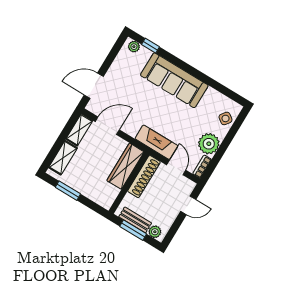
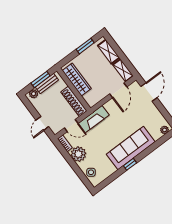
window: (150, 46) -> (130, 164), moved
wardrobe: (125, 166) -> (77, 79), moved

